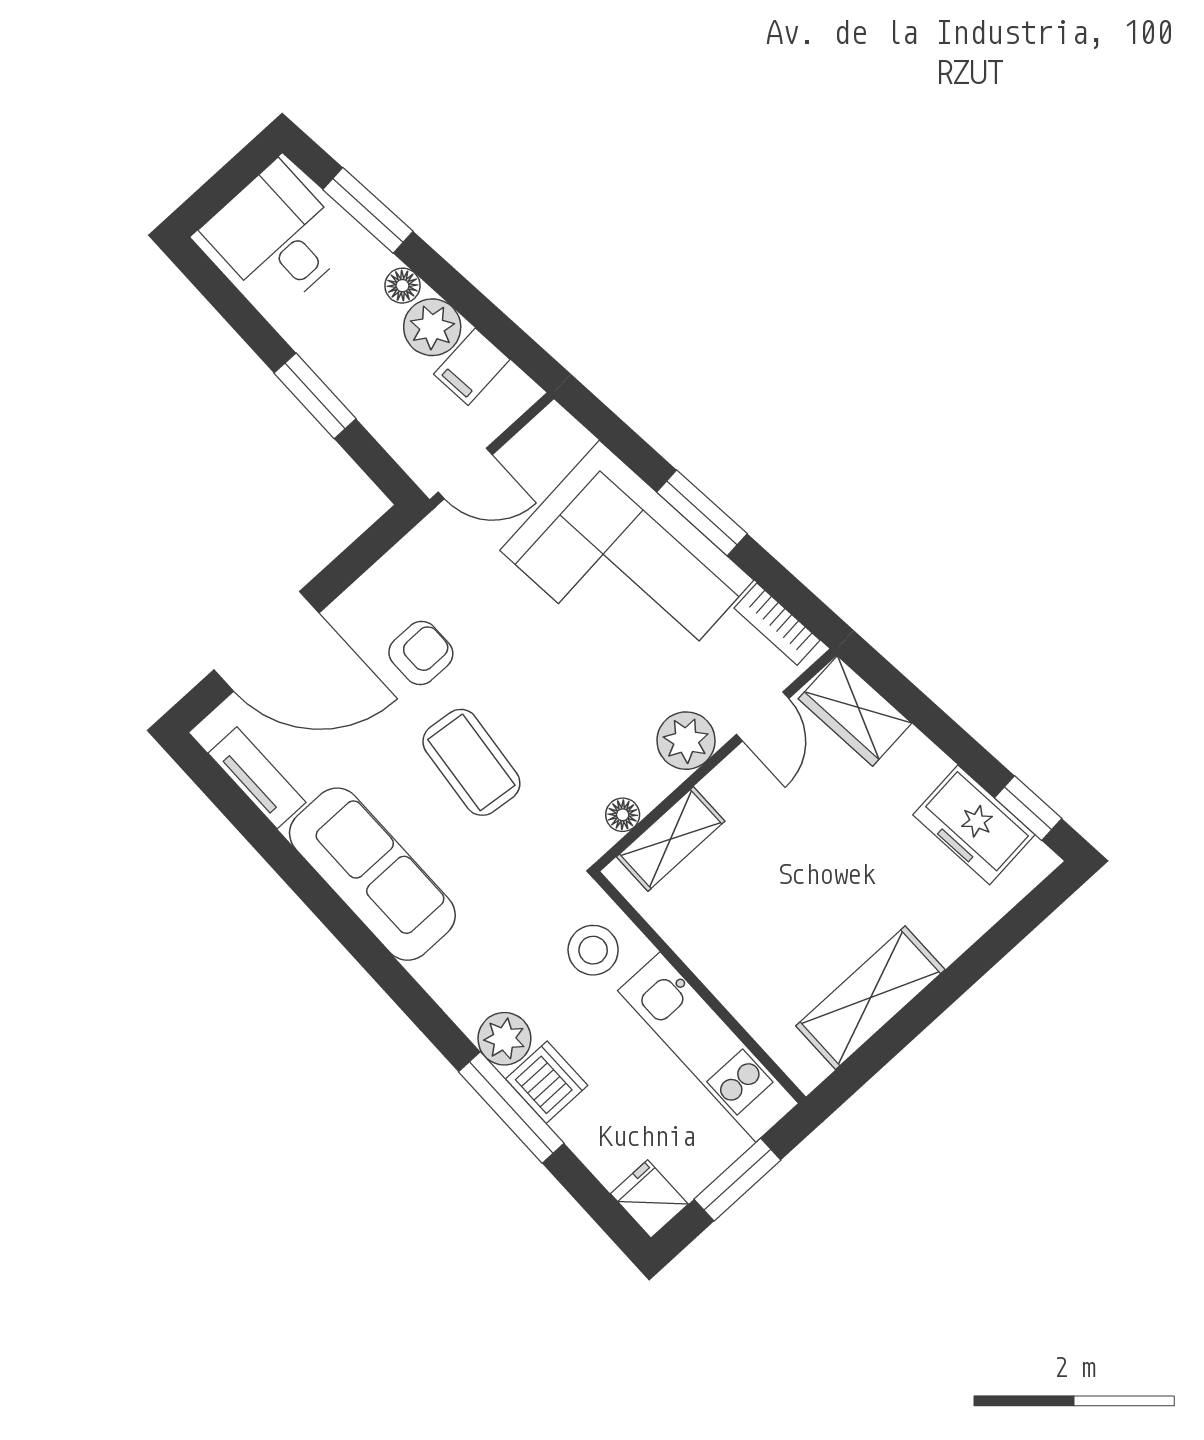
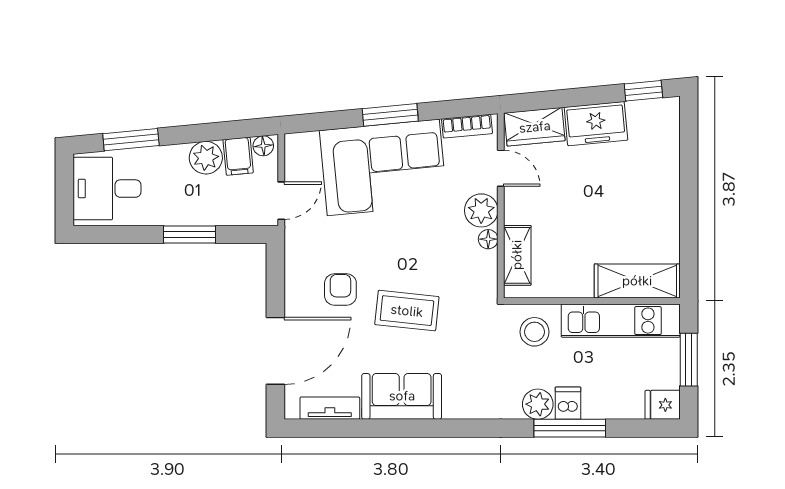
floor lamp: (402, 286) -> (263, 146), moved
floor lamp: (623, 815) -> (488, 239), moved
freezer: (974, 825) -> (596, 124), moved
sofa: (372, 874) -> (402, 396), width x0.73
shelving: (870, 998) -> (637, 281), moved, turned 90
dishwasher: (547, 1082) -> (568, 403), width x0.73

